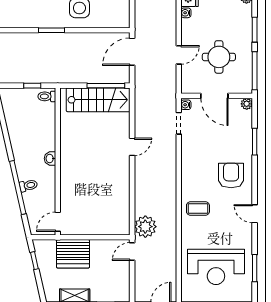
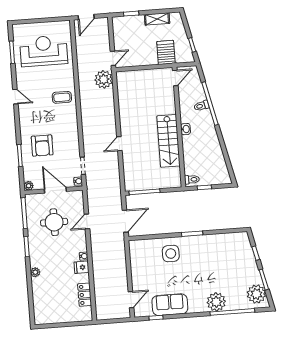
stairs: (98, 100) -> (168, 141), moved, turned -90
armchair: (231, 176) -> (42, 146), moved
server rack: (73, 254) -> (166, 52), width x0.62

